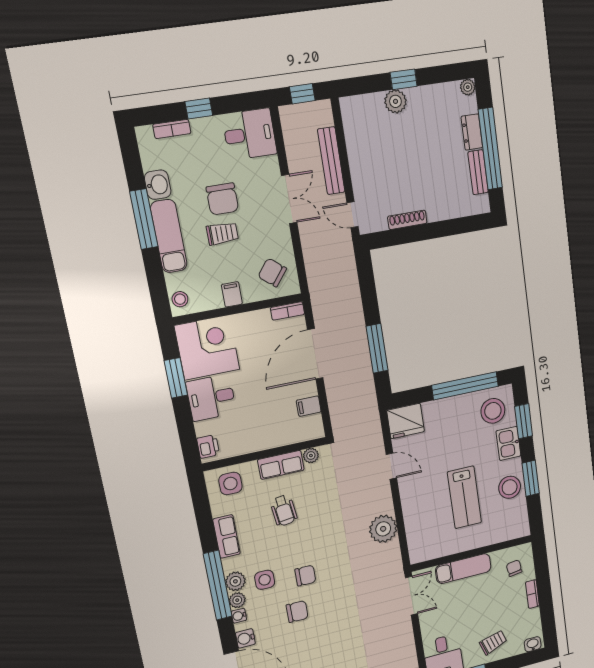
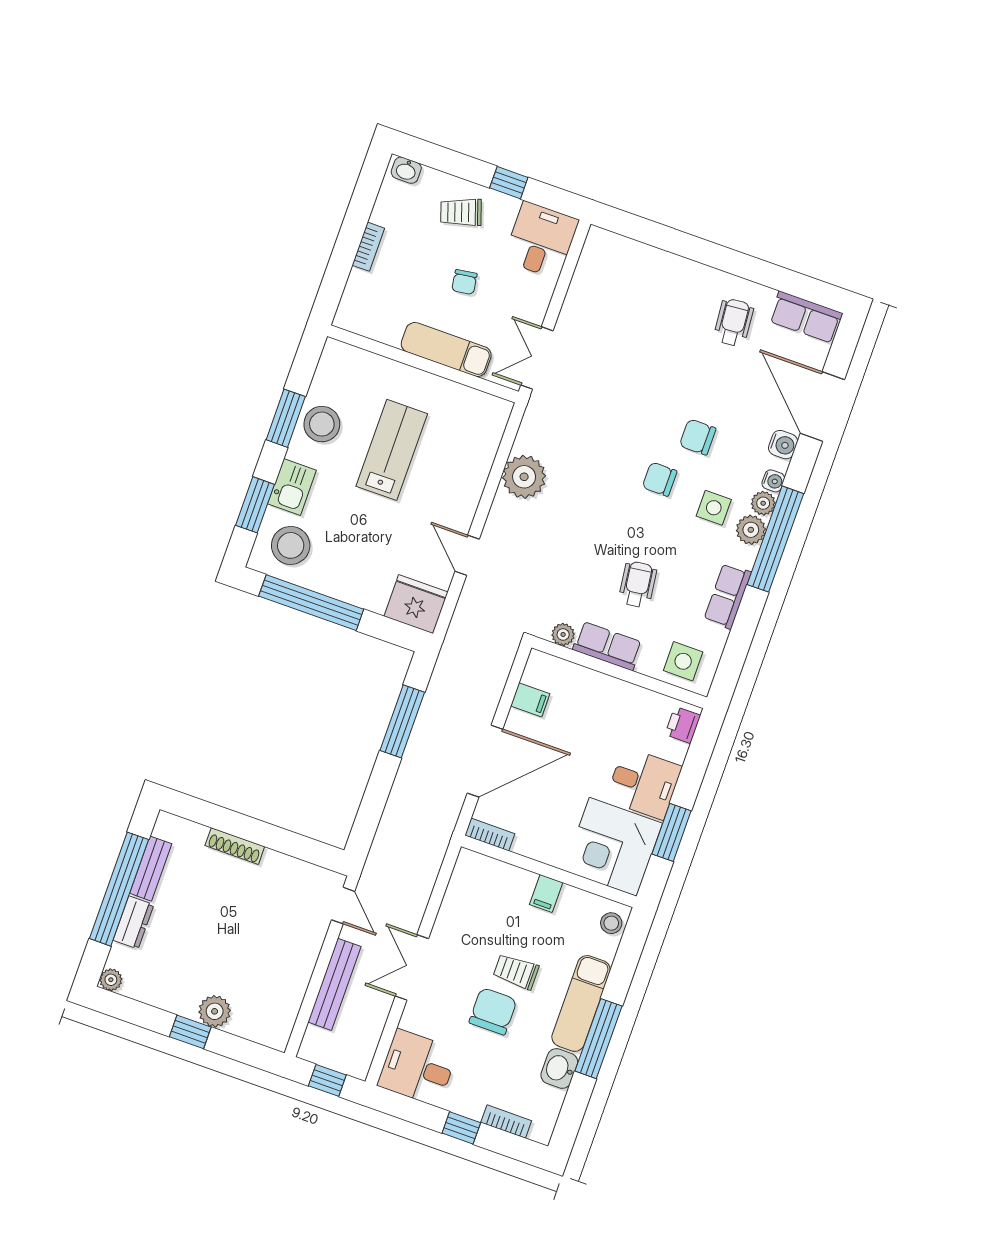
shoe rack: (407, 220) -> (235, 846), moved
chair: (272, 272) -> (482, 892), removed
chair: (514, 568) -> (464, 282), moved

